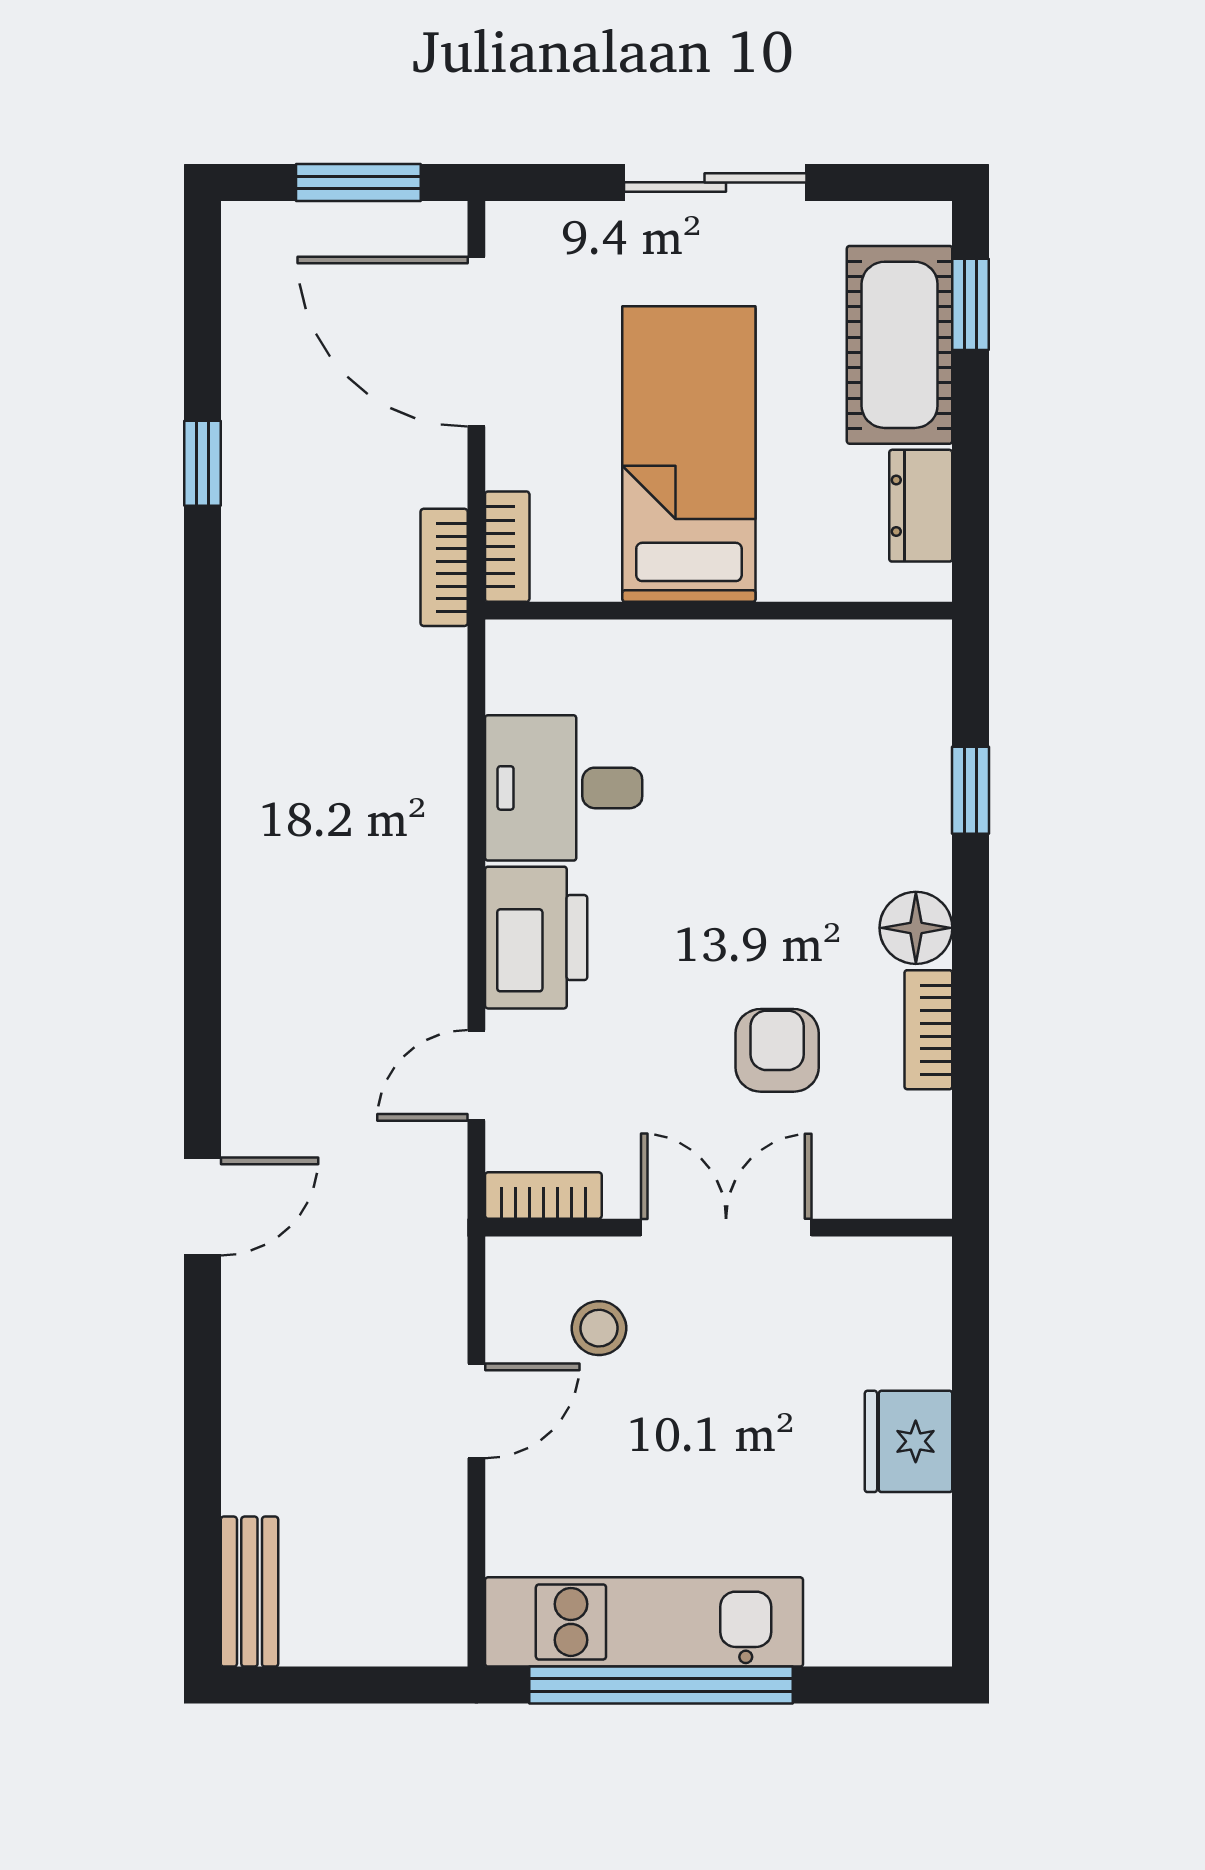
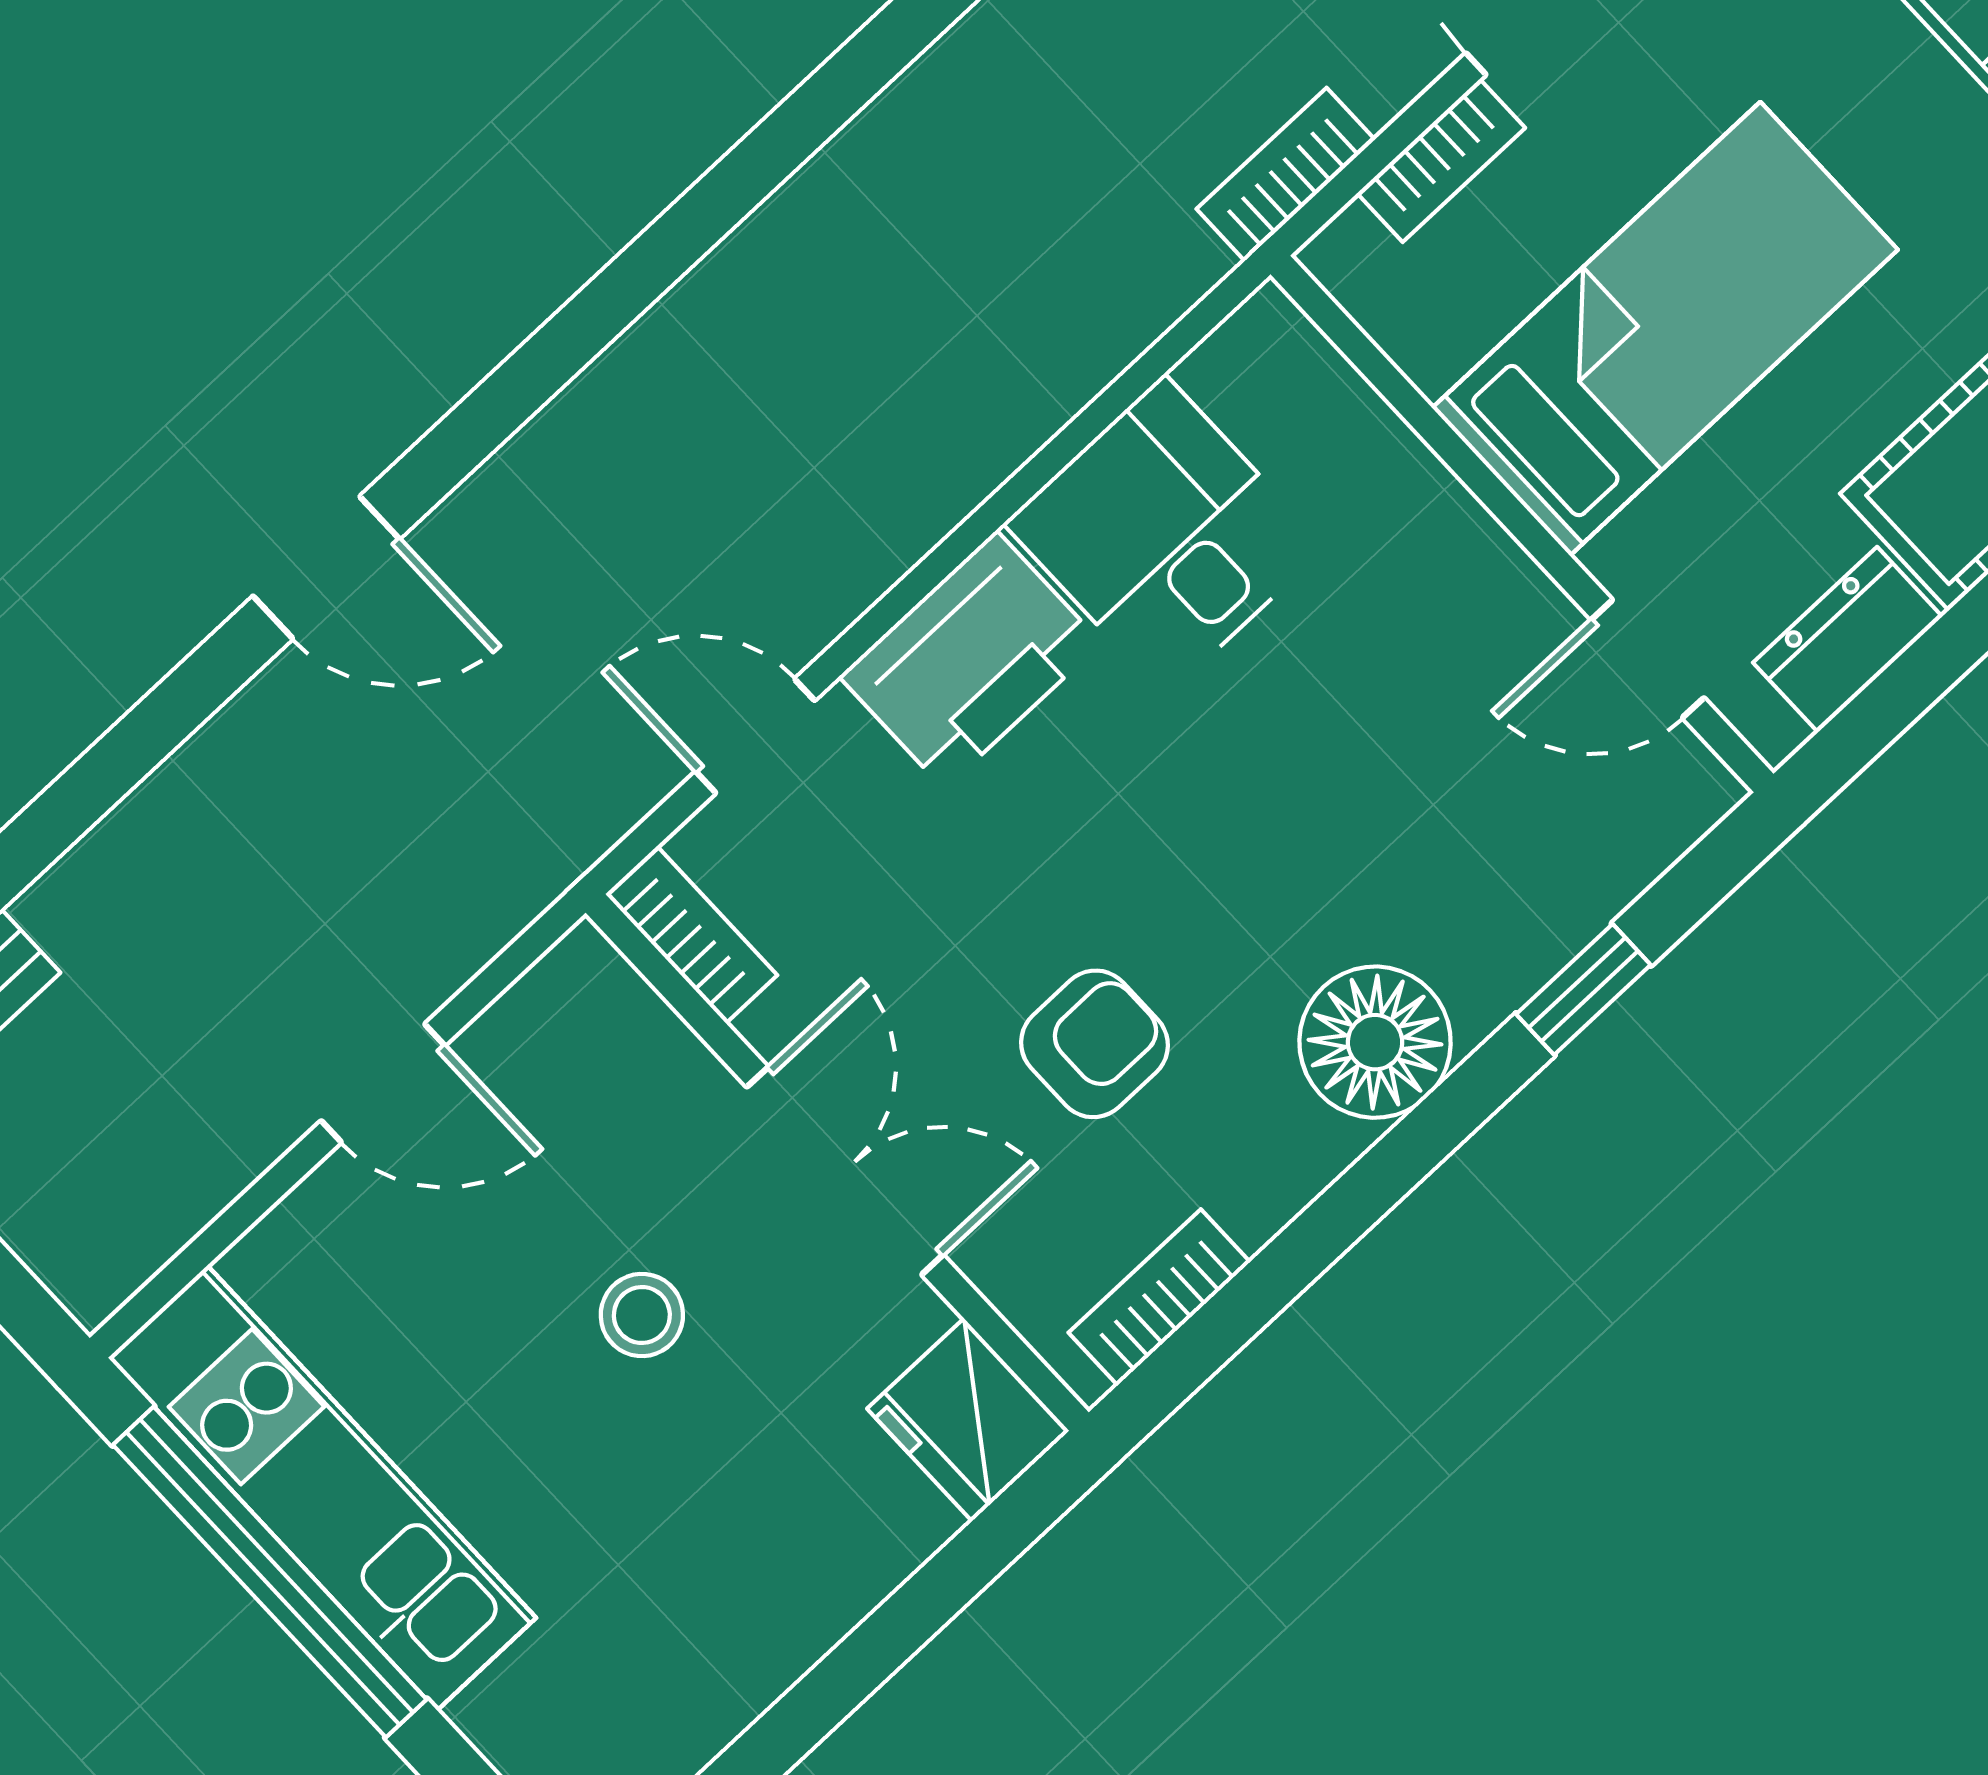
bookcase: (507, 547) -> (1441, 161), moved
door: (840, 611) -> (1648, 659), added
floor lamp: (916, 928) -> (1375, 1042), width x1.38, depth x1.38
bookcase: (928, 1030) -> (1159, 1297), moved
stool: (599, 1328) -> (642, 1315), moved
fridge: (909, 1441) -> (968, 1420), moved, turned -90

